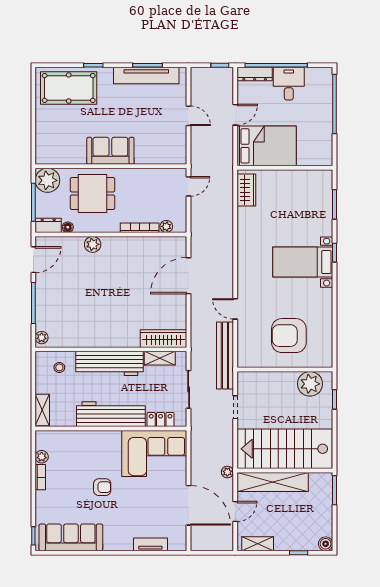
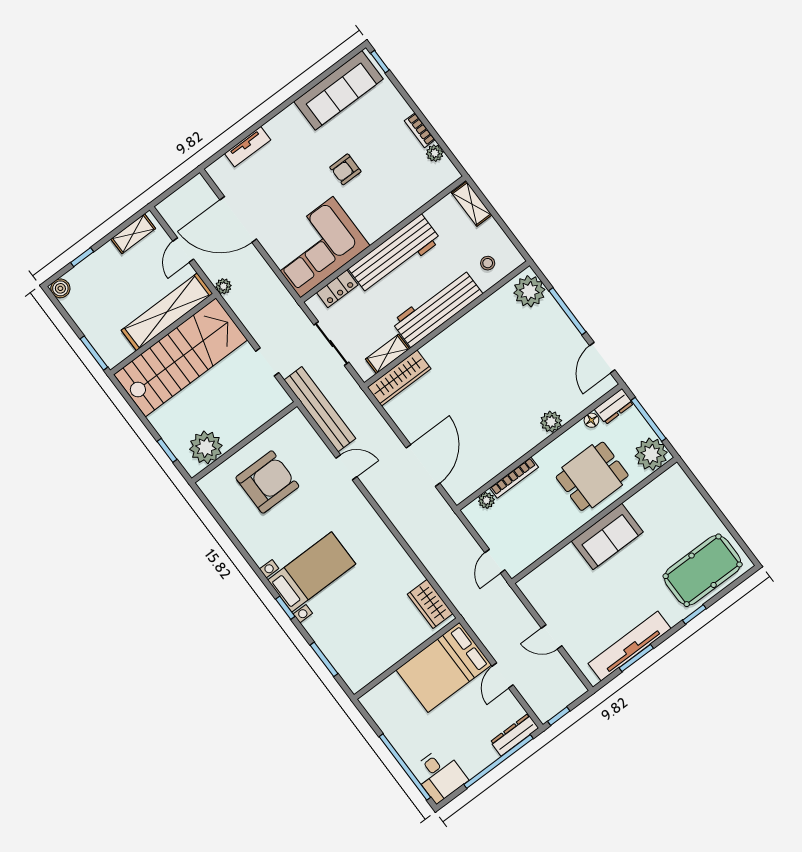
desk: (289, 84) -> (440, 775), moved
plant: (42, 338) -> (529, 291), width x1.88, depth x1.88

